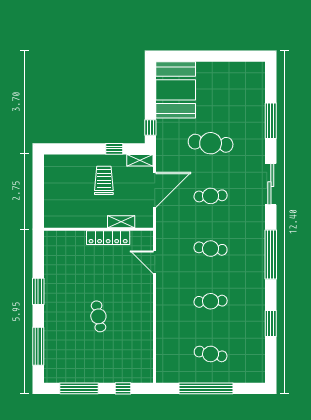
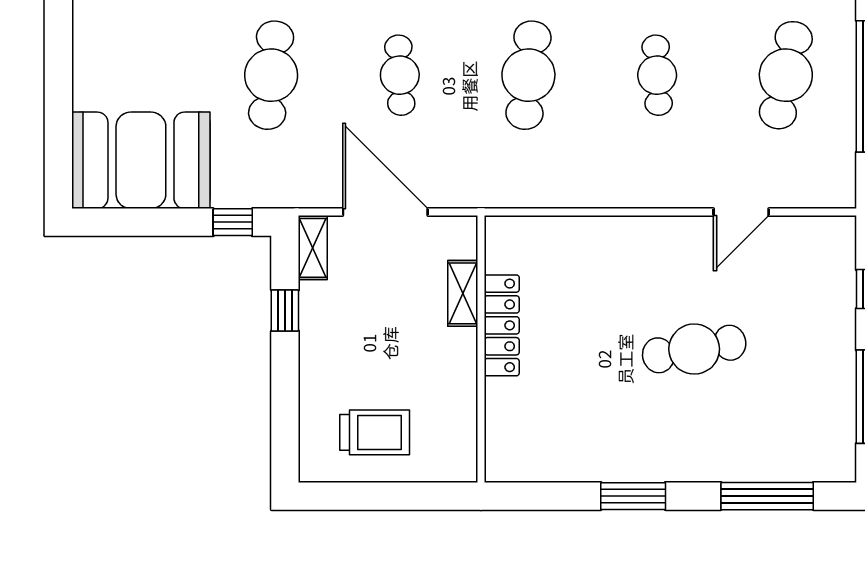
trolley: (104, 180) -> (375, 432), moved, turned 180
cafe table: (211, 249) -> (528, 75), width x1.37, depth x1.35
door: (155, 262) -> (741, 212), moved
cafe table: (98, 316) -> (694, 349), width x1.37, depth x1.35
cafe table: (211, 354) -> (786, 75), width x1.37, depth x1.35

